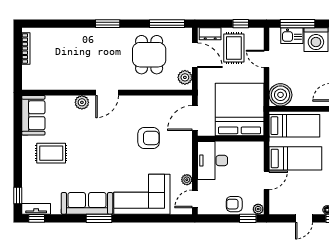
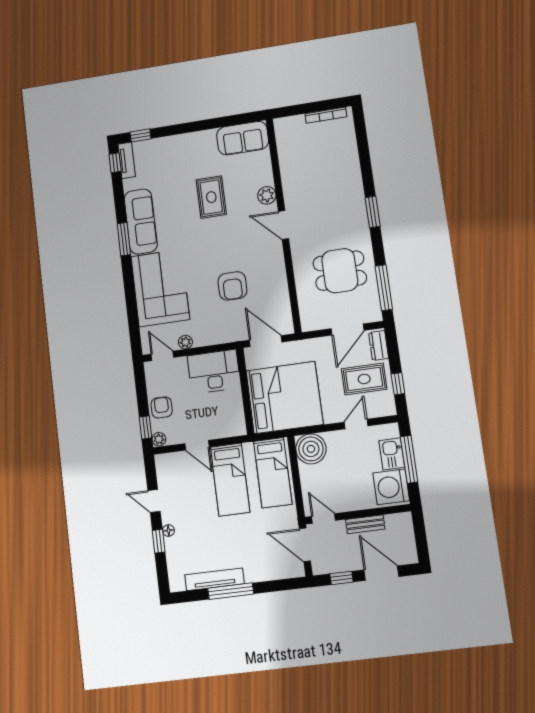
plant: (185, 77) -> (317, 321), removed
rug: (51, 153) -> (211, 197), moved

